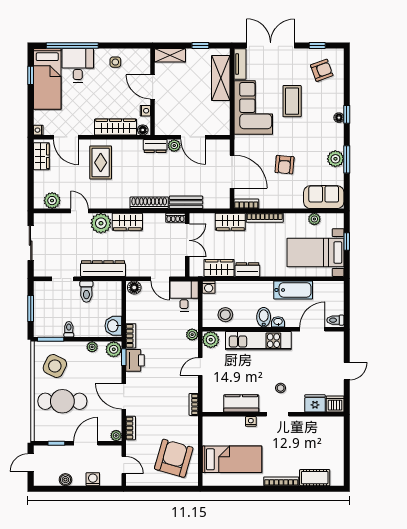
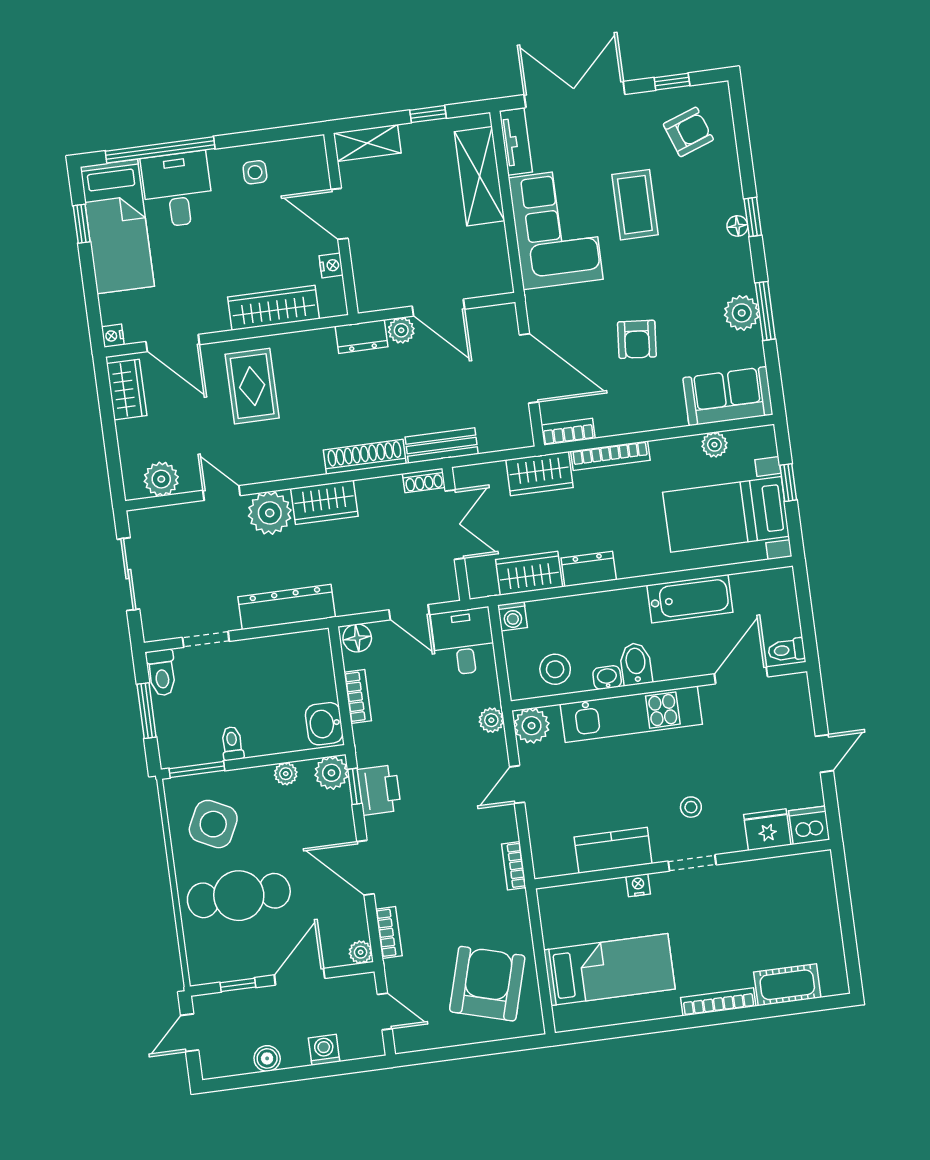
floor lamp: (143, 130) -> (331, 306), removed
toilet: (86, 292) -> (162, 673), moved
washbasin: (278, 322) -> (607, 678), moved
bookcase: (131, 336) -> (358, 696), moved

